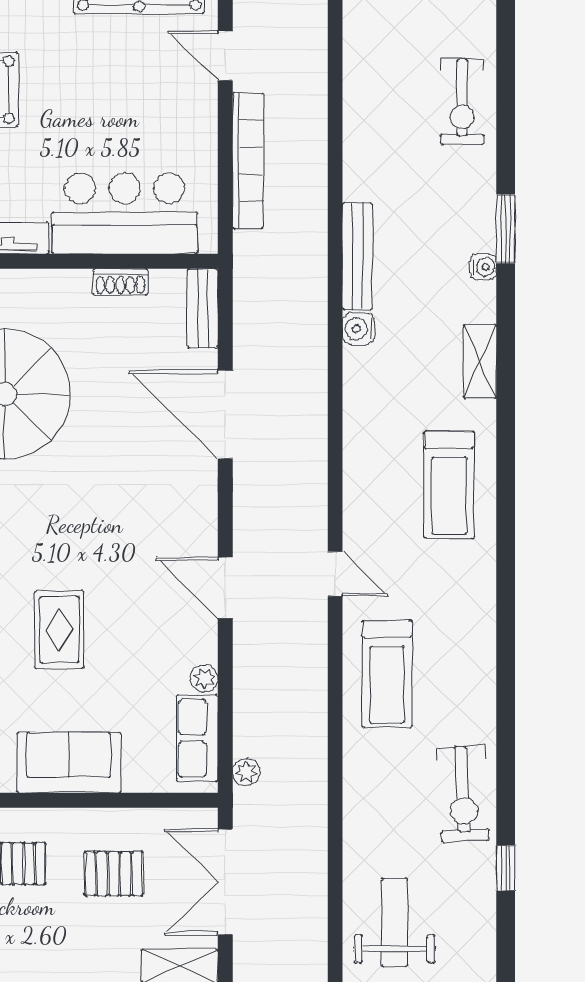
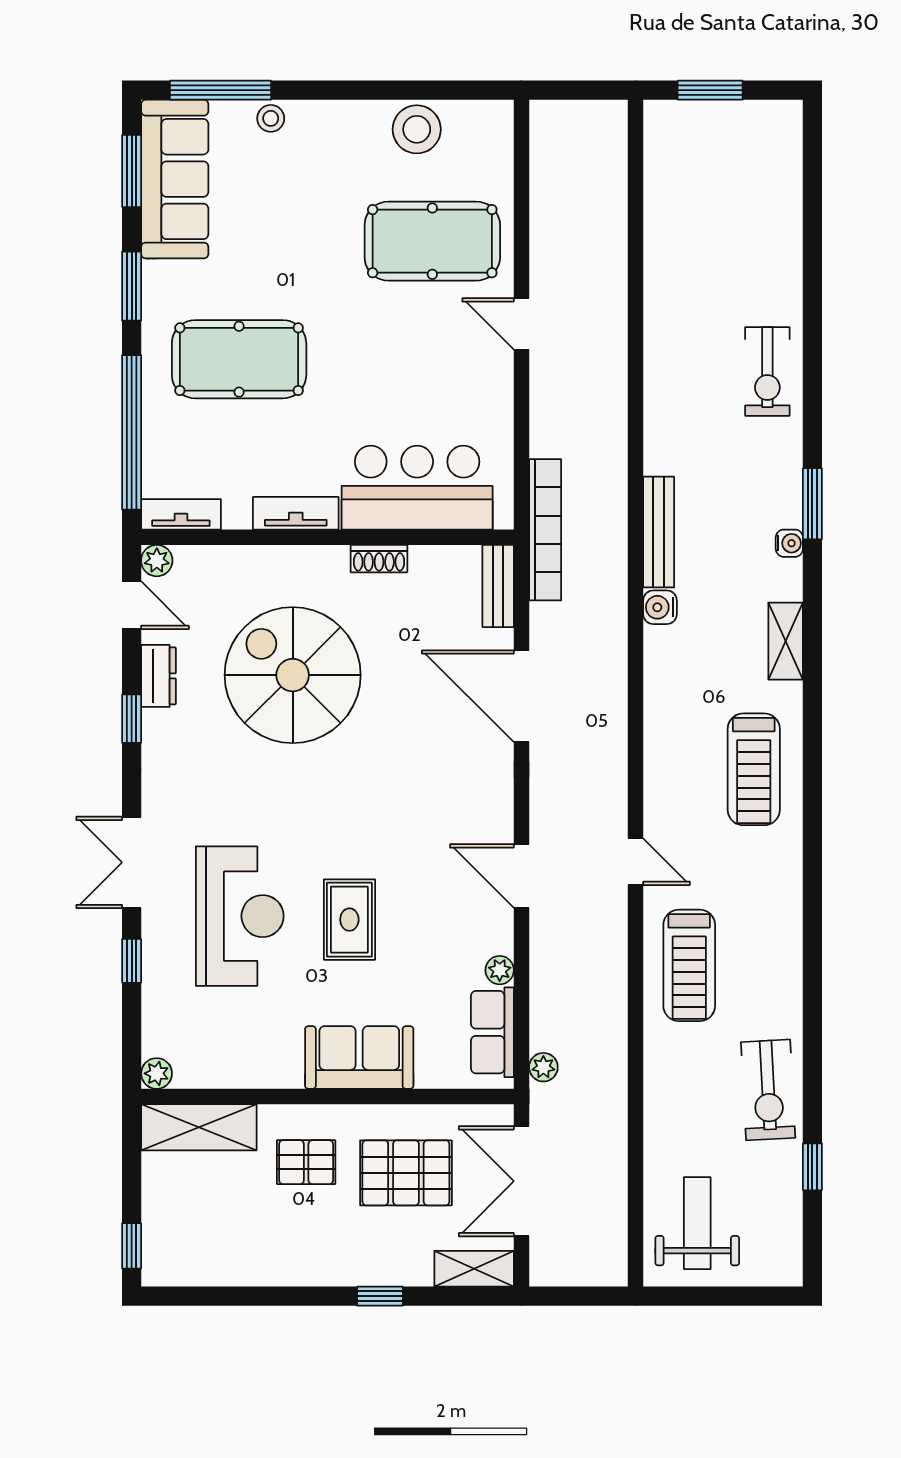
bookcase: (248, 161) -> (545, 530), moved
shoe rack: (120, 282) -> (379, 559), moved
pallet: (114, 874) -> (406, 1173), width x1.50, depth x1.42

